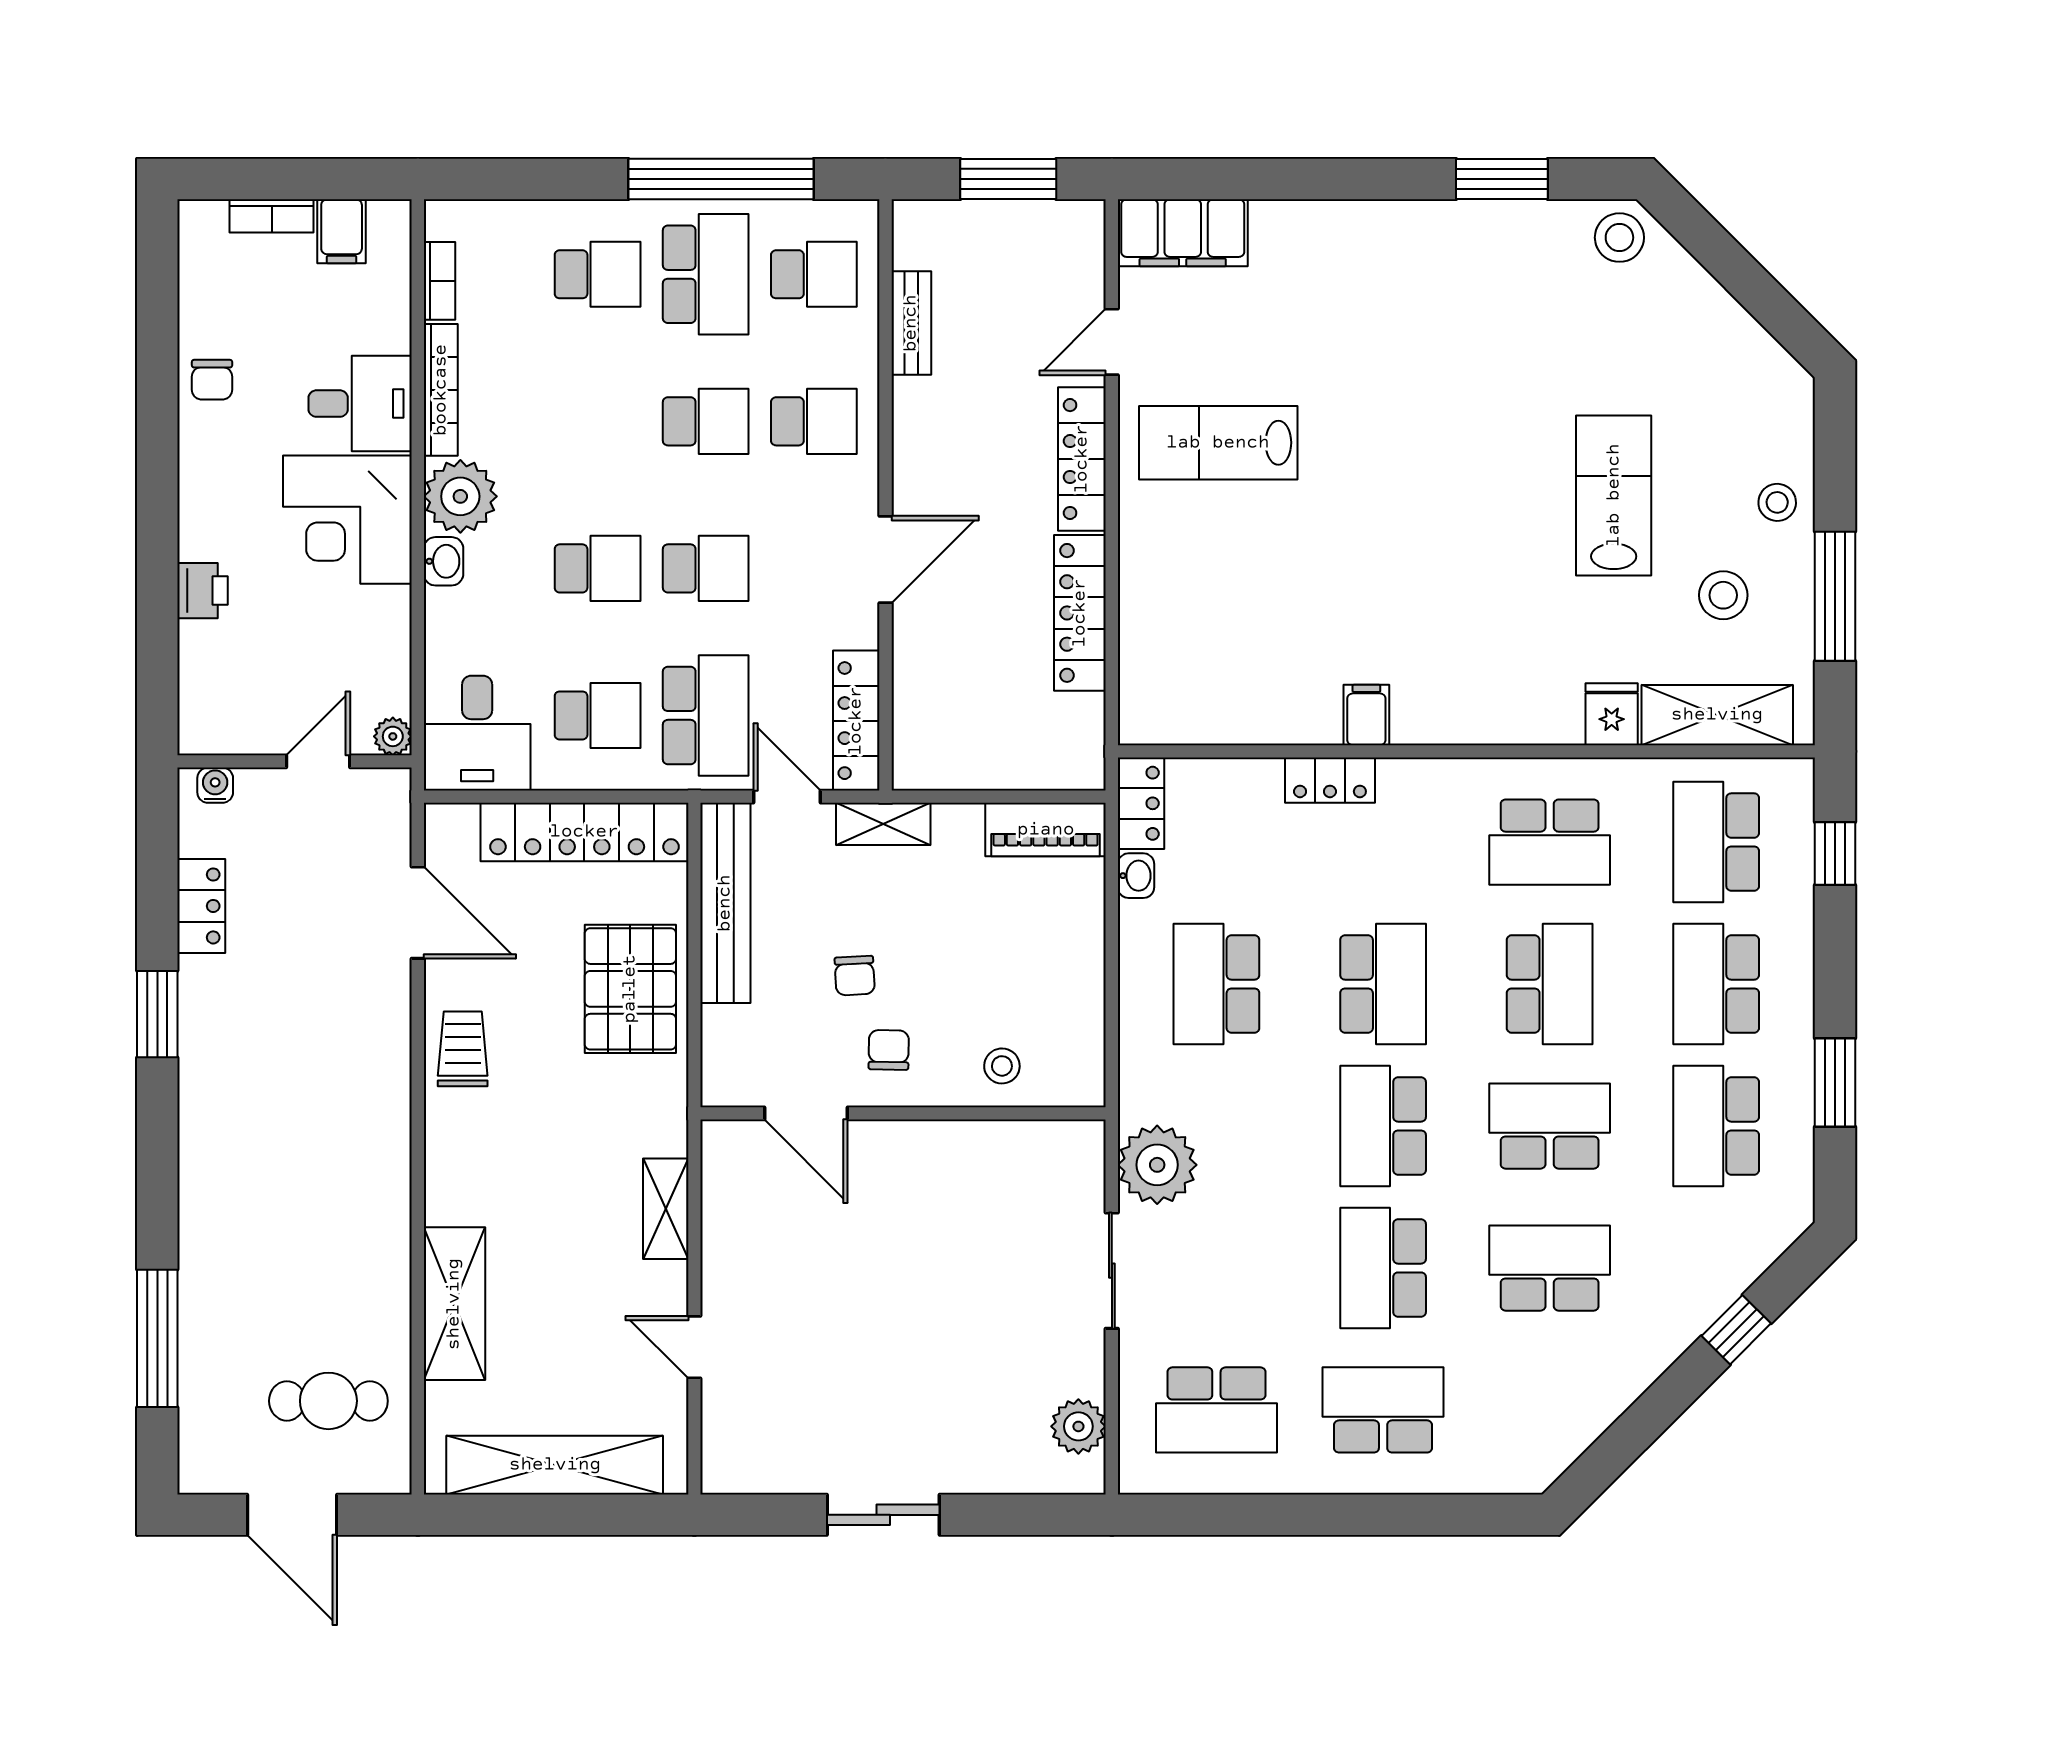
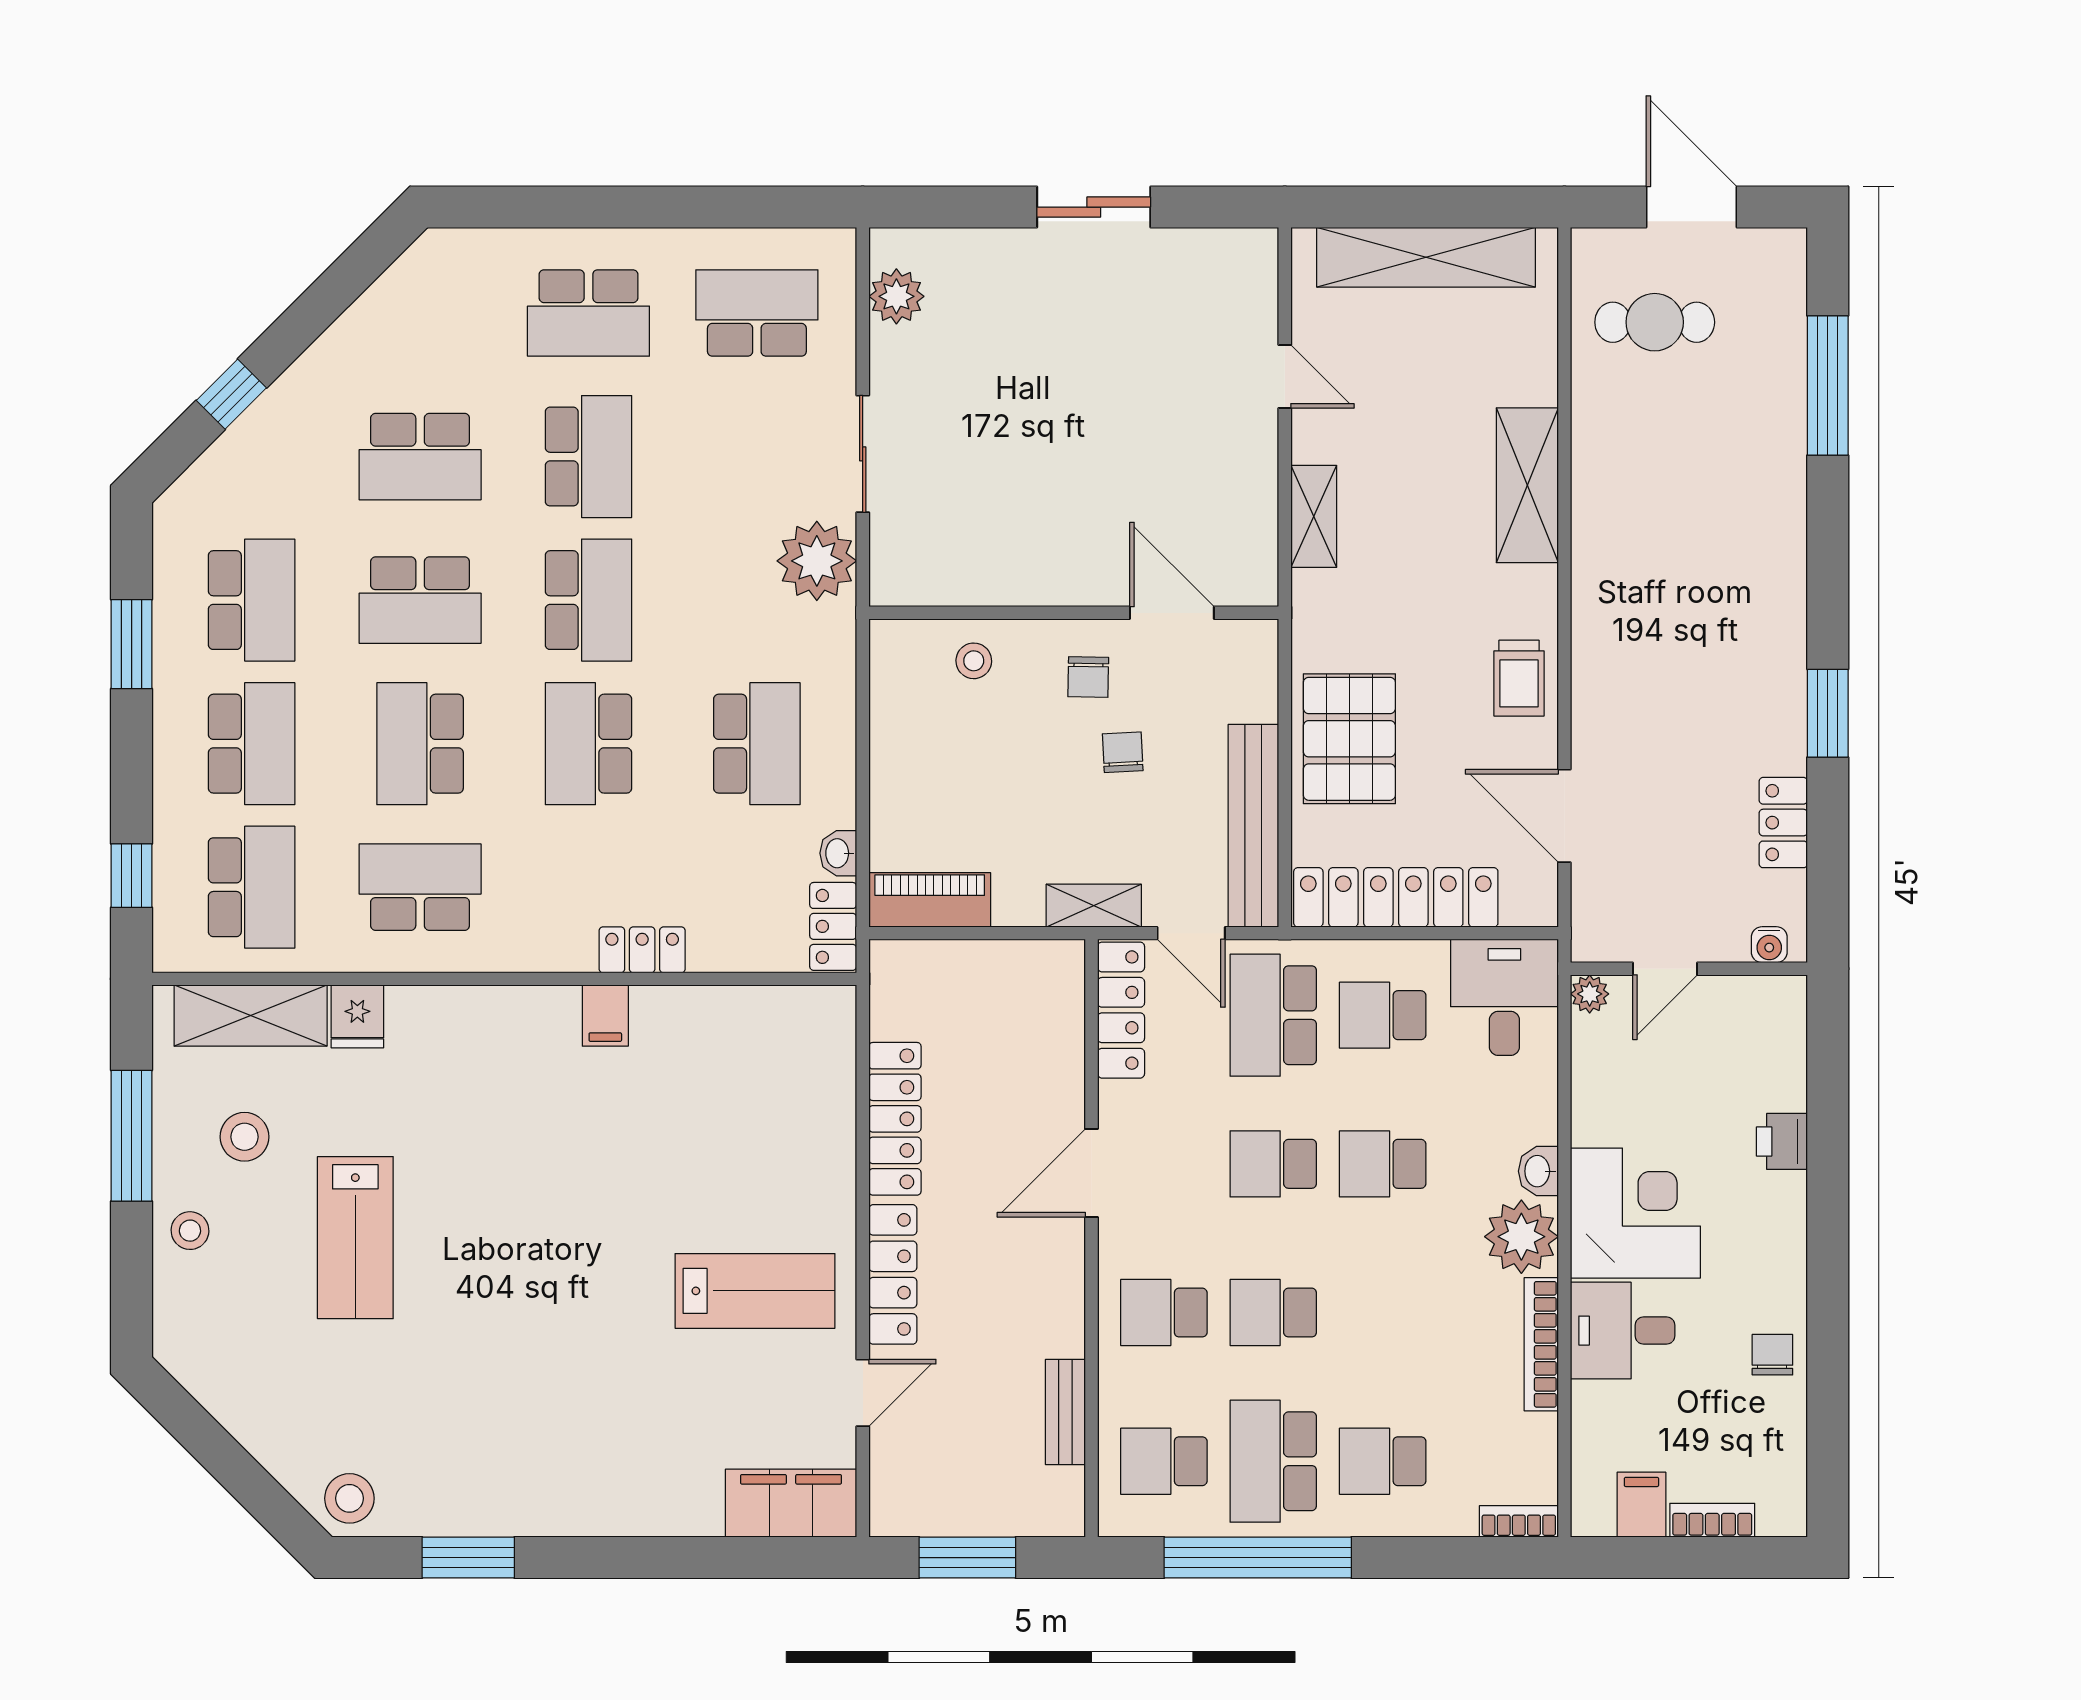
bookcase: (439, 281) -> (1519, 1521), moved, turned 90
shelving: (454, 1304) -> (1527, 485), moved

